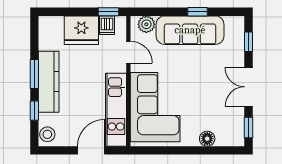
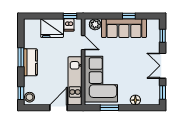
kitchen counter: (49, 82) -> (30, 62), width x0.67
window: (34, 111) -> (21, 93), moved
window: (168, 150) -> (109, 108), added

